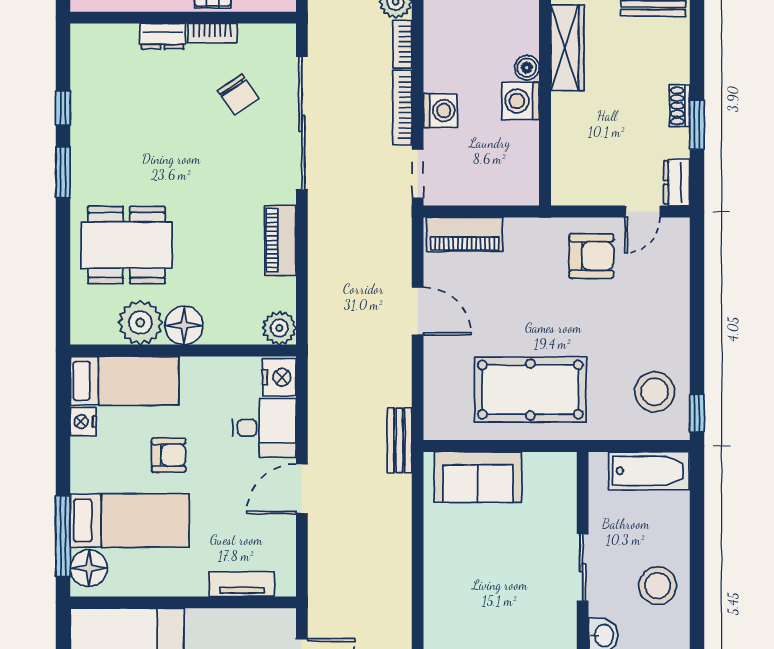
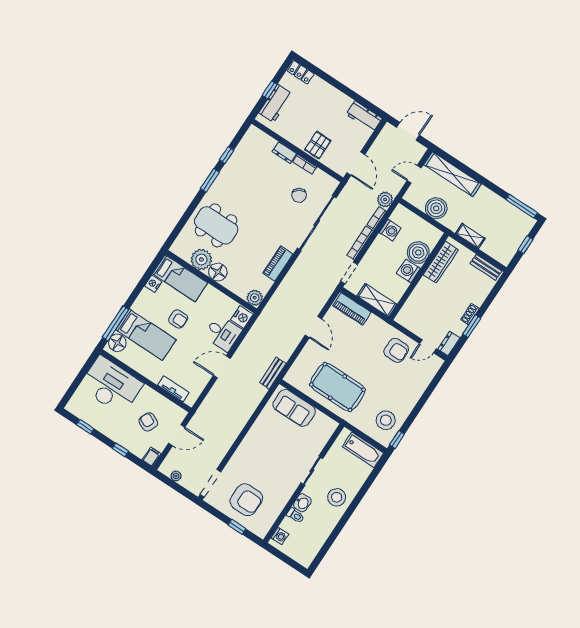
boiler: (527, 68) -> (418, 253), width x1.86, depth x1.86
washing machine: (440, 111) -> (390, 230), moved
shelving: (499, 190) -> (377, 300), added

